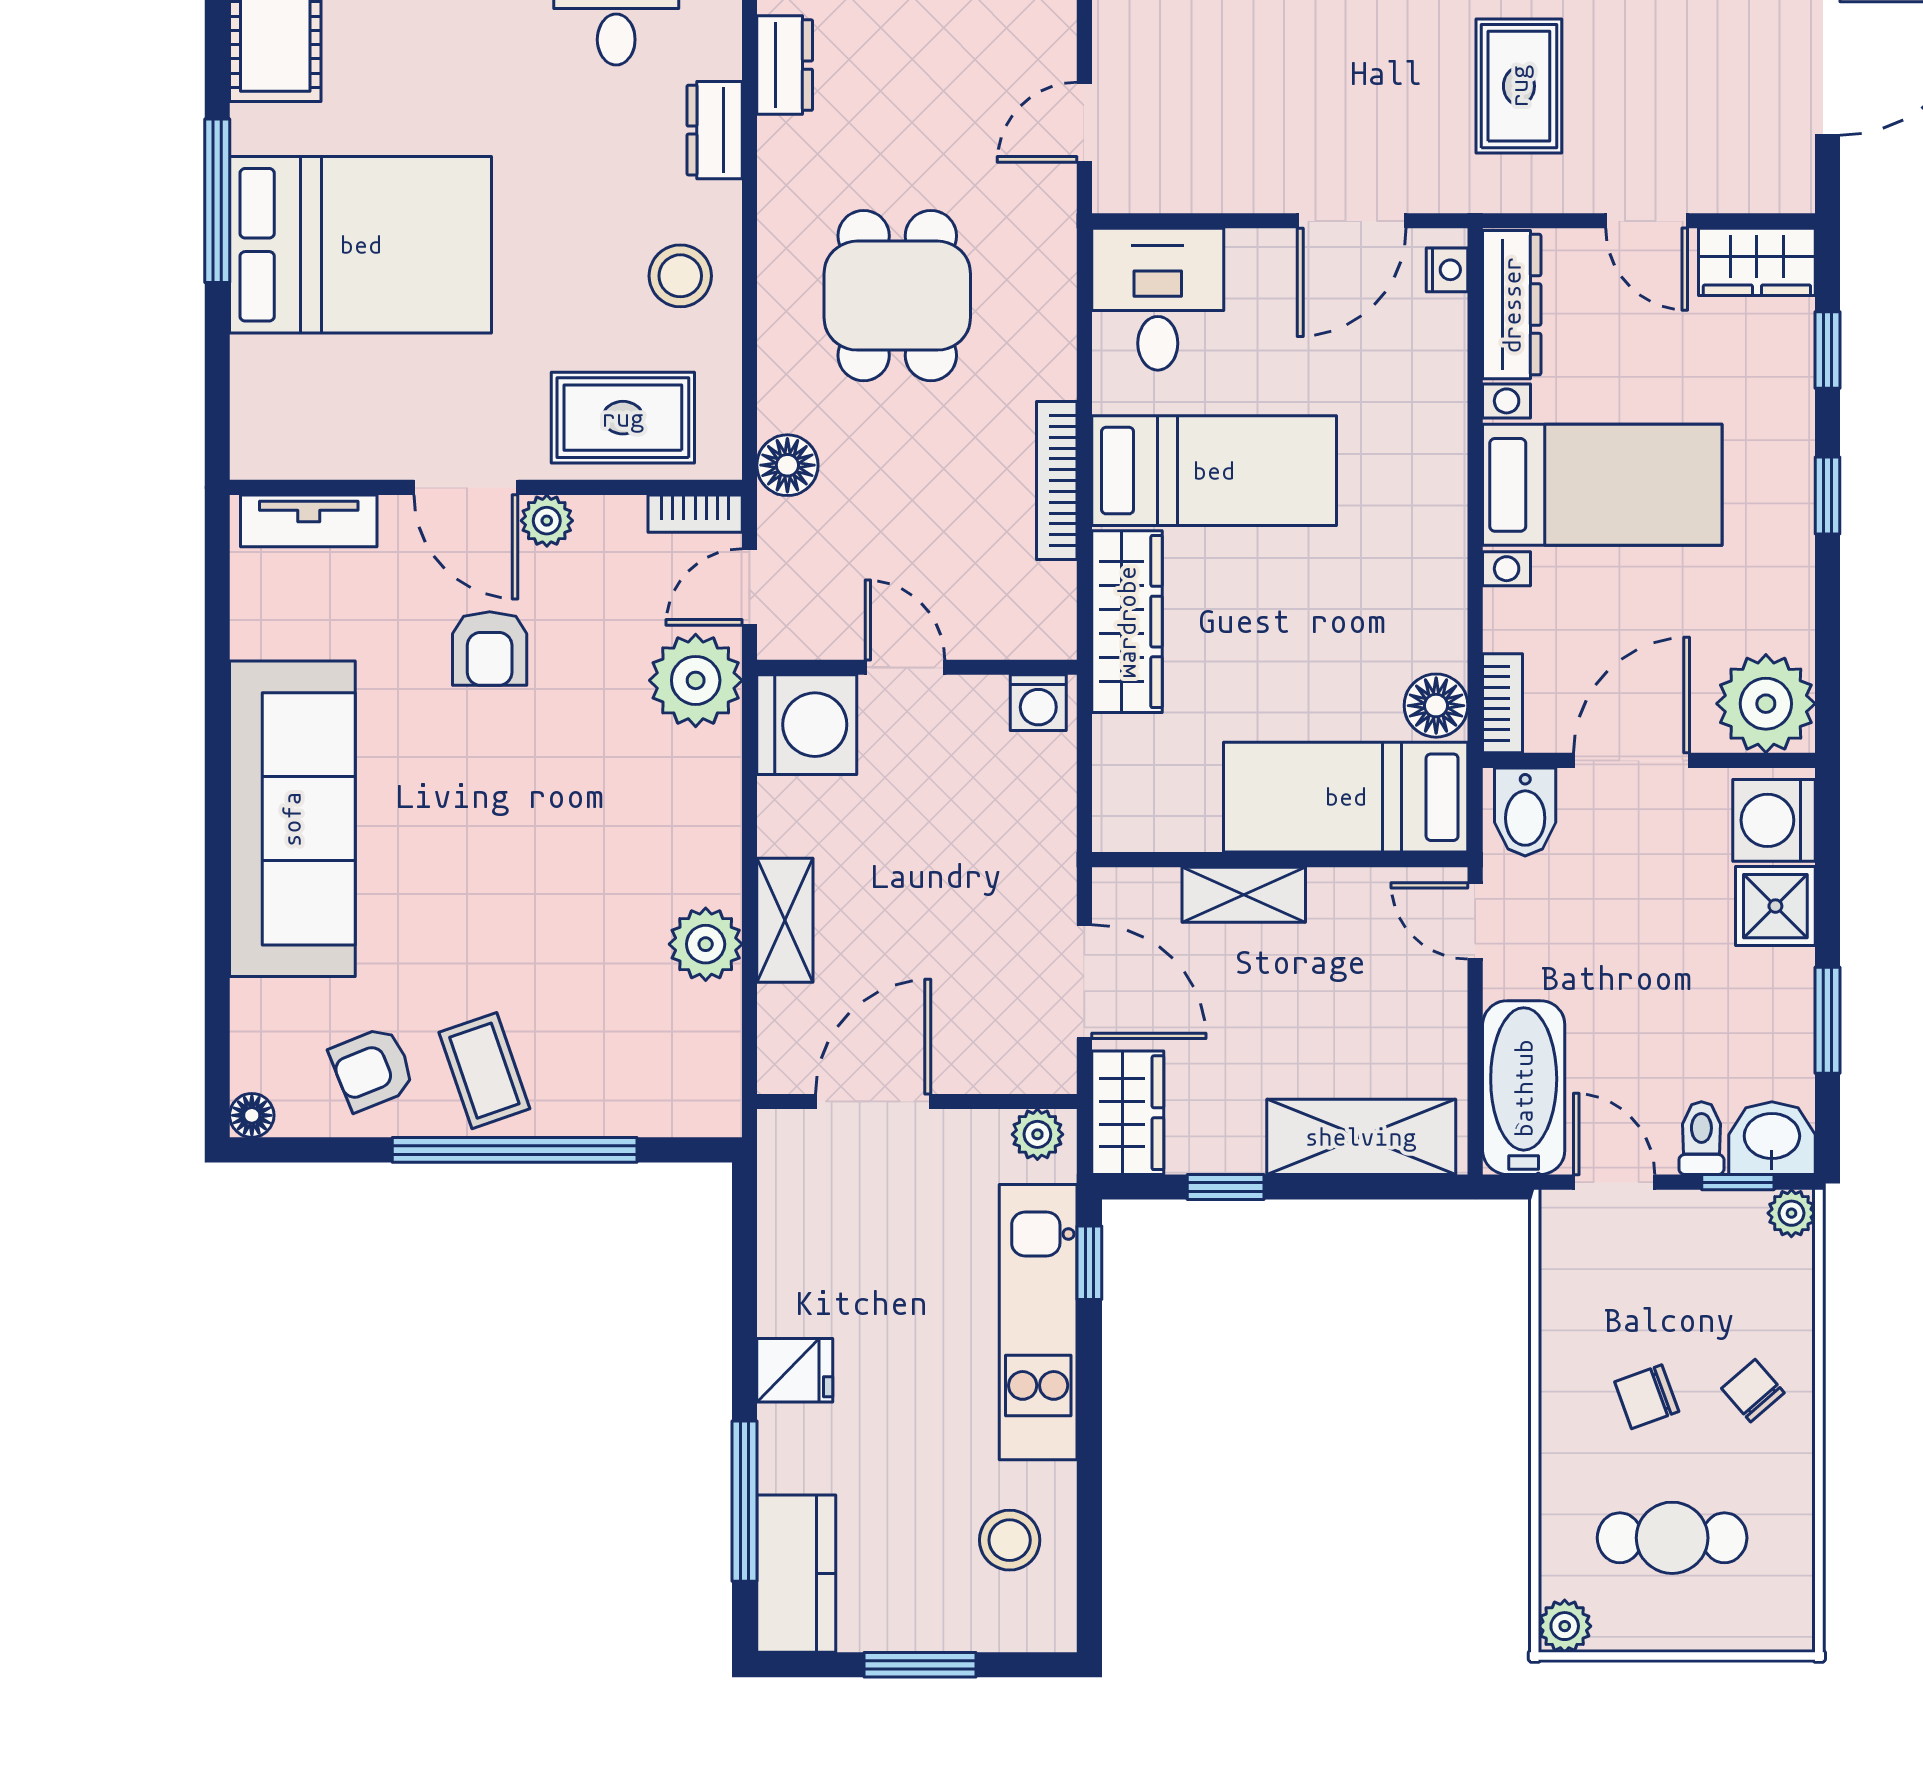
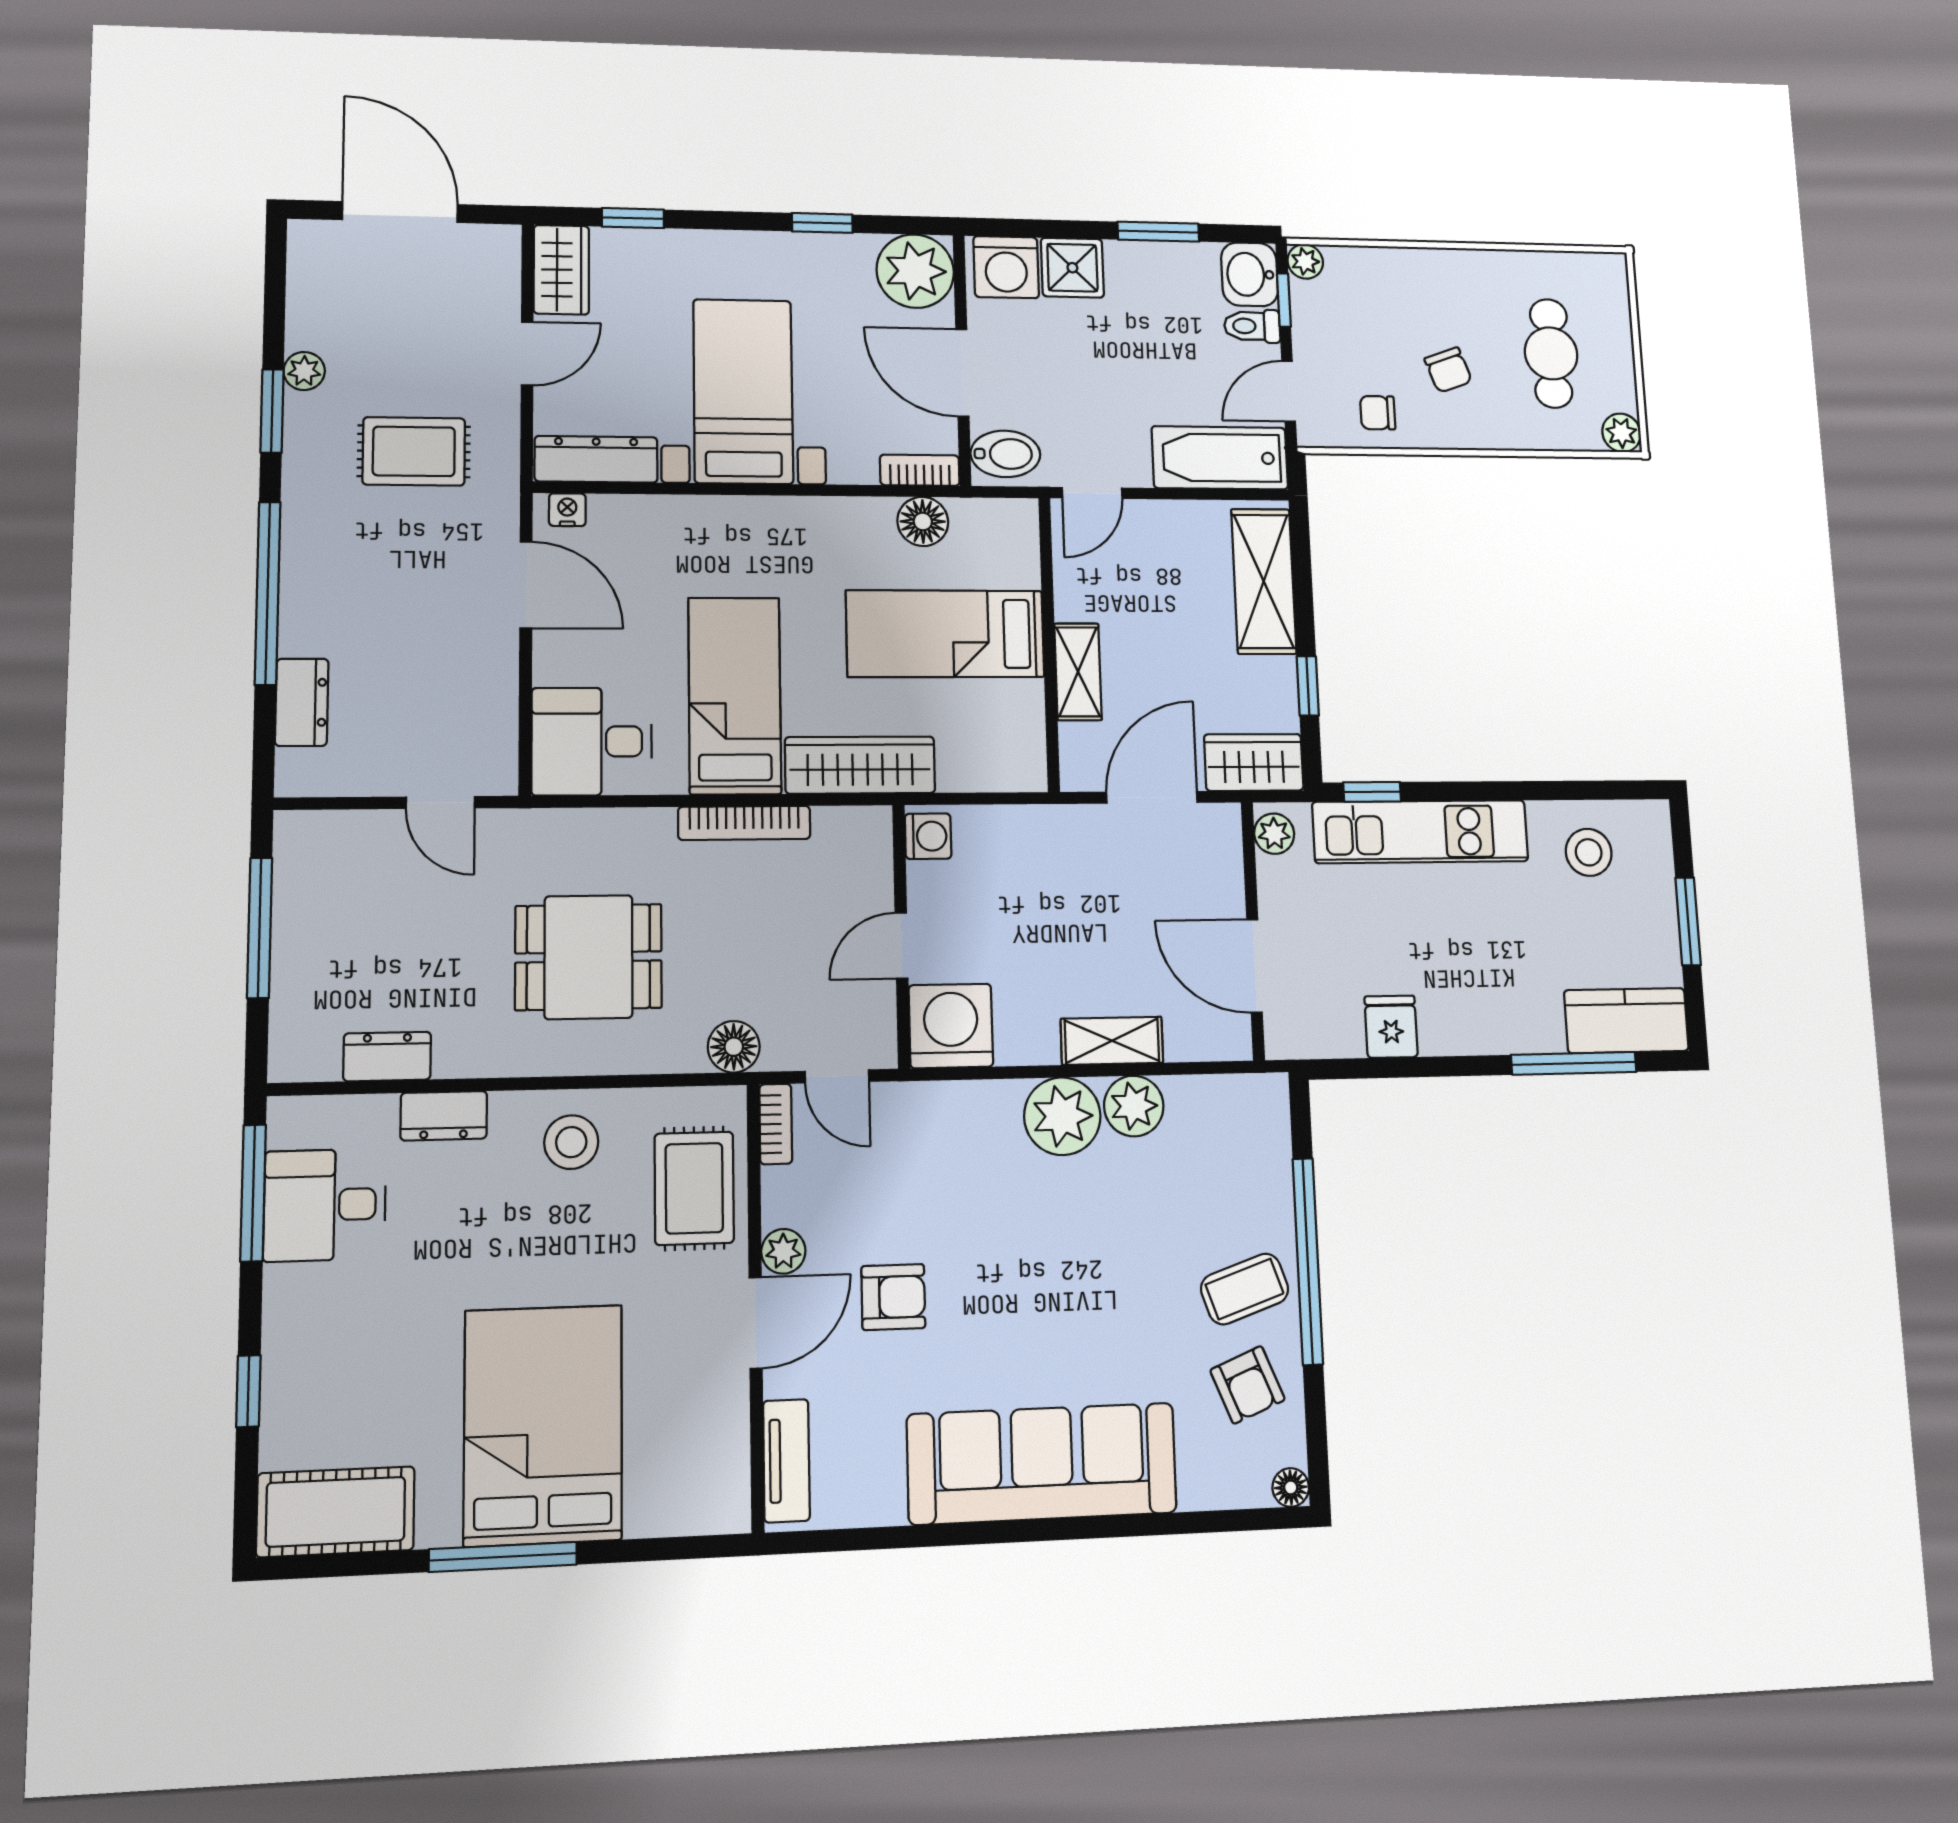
window: (1827, 495) -> (822, 223), moved
plant: (696, 680) -> (1062, 1116), moved
bed: (1346, 797) -> (945, 634), moved, turned 90
fridge: (795, 1370) -> (1391, 1027), moved
chair: (1753, 1391) -> (1378, 413), moved, turned 41

